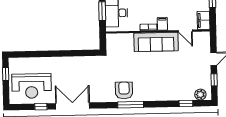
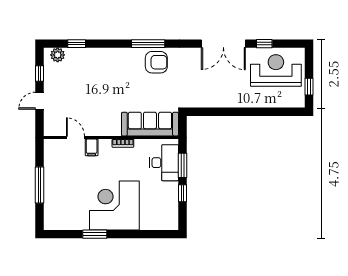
filing cabinet: (204, 20) -> (52, 151), removed
filing cabinet: (162, 24) -> (92, 147), moved
sofa: (156, 42) -> (150, 124), moved
armchair: (124, 90) -> (156, 62), turned -90

